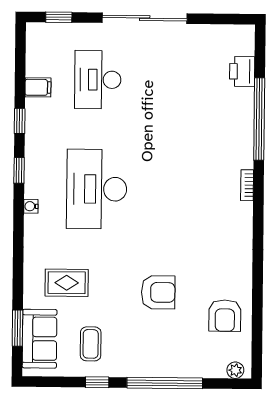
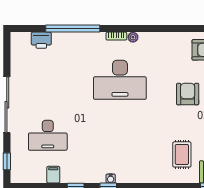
desk: (97, 189) -> (120, 80), moved
water cooler: (31, 206) -> (111, 179), moved
plant: (245, 210) -> (133, 37), added

